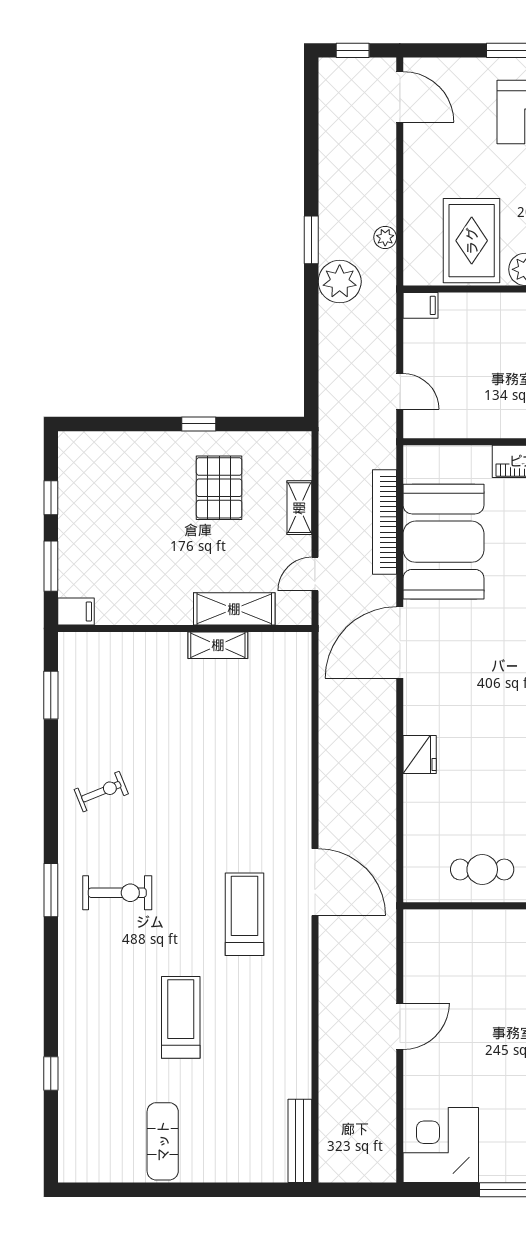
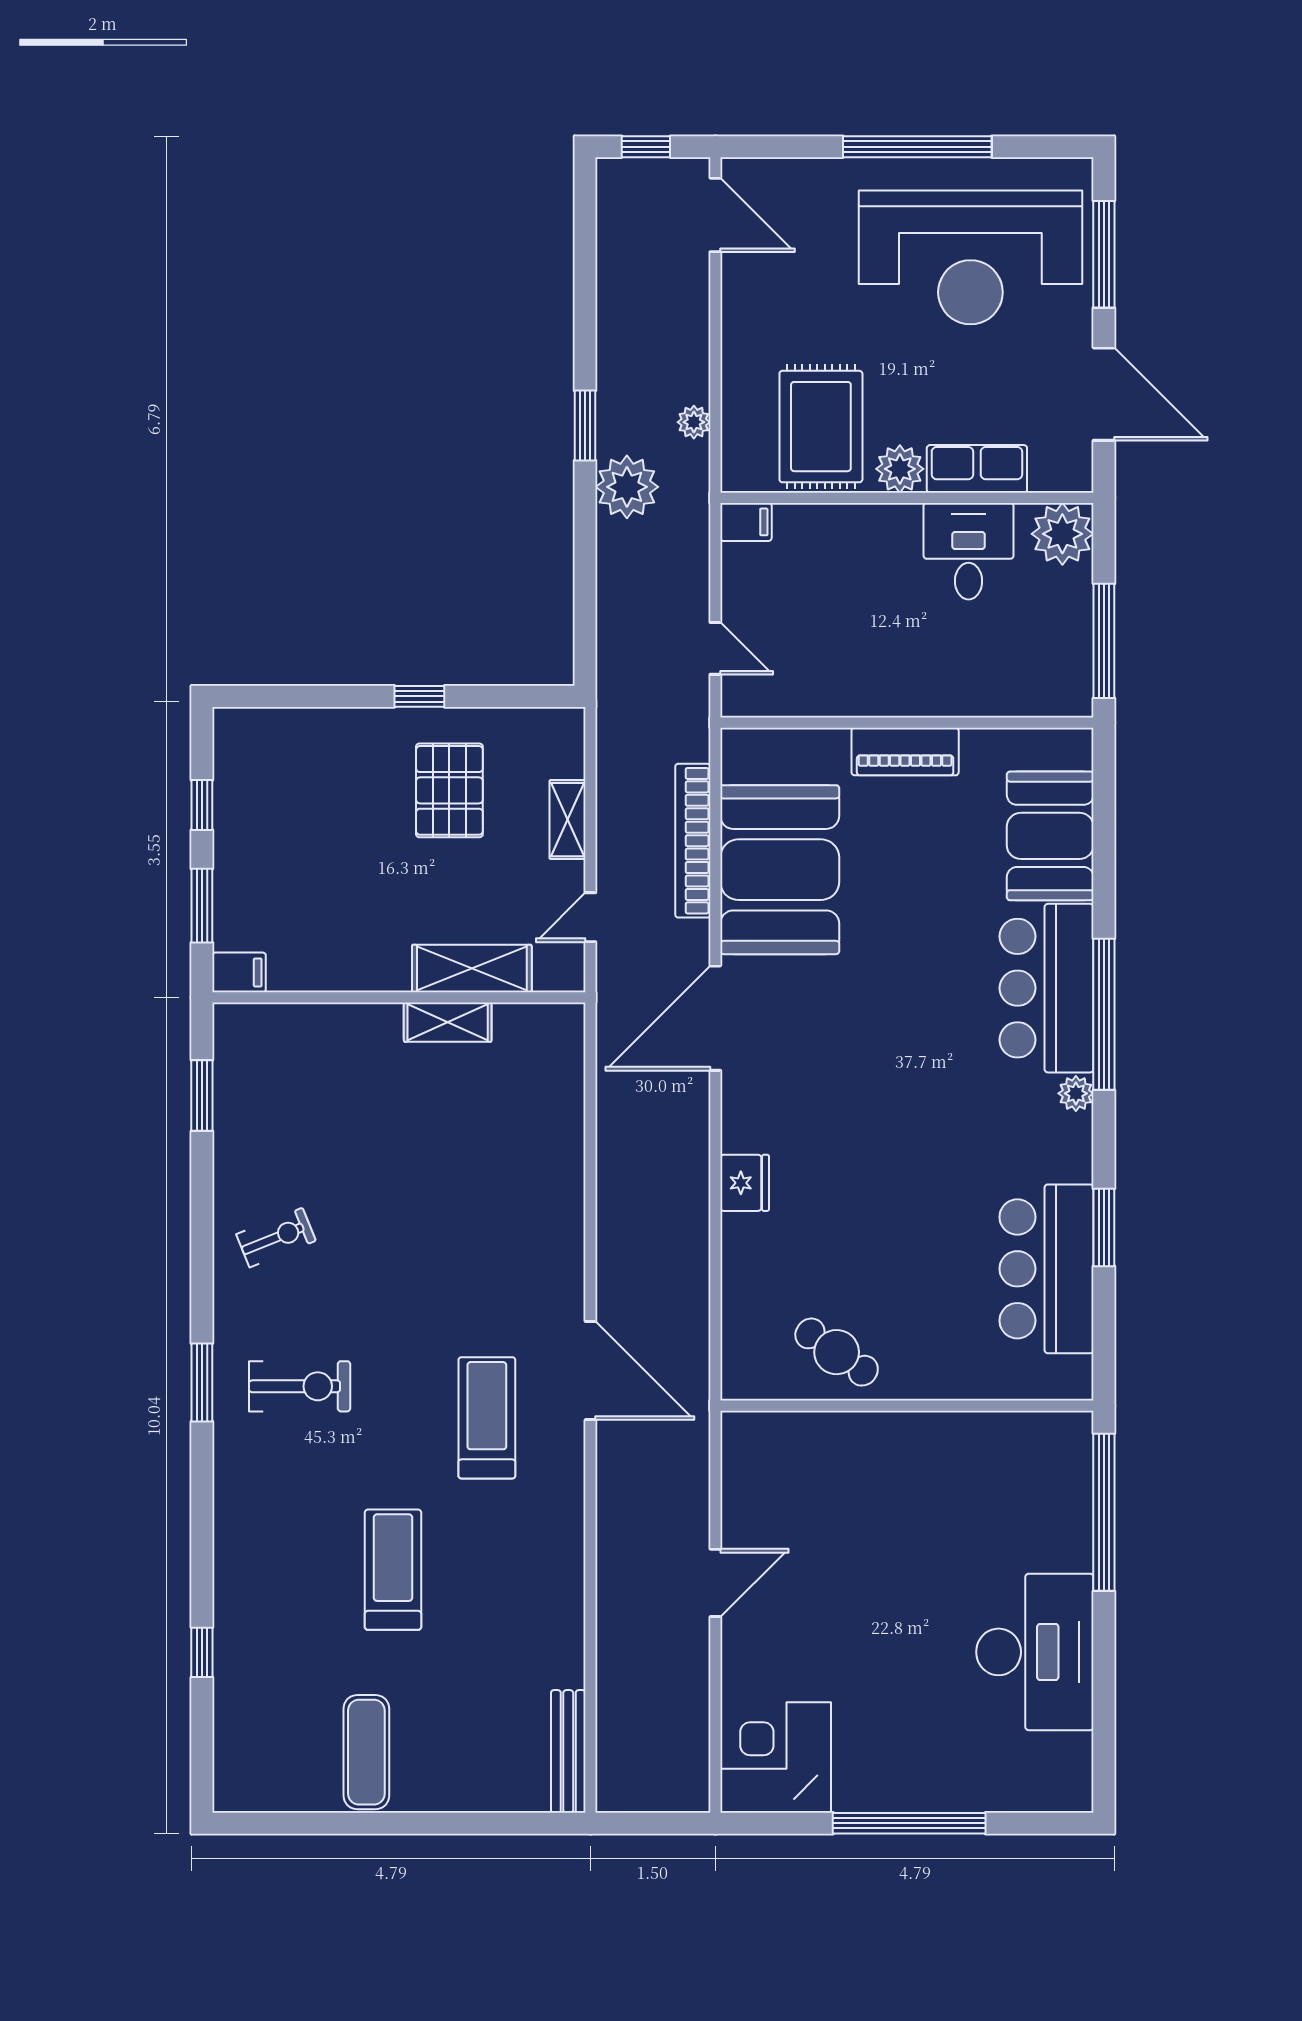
cafe table: (482, 870) -> (837, 1352), turned 35

